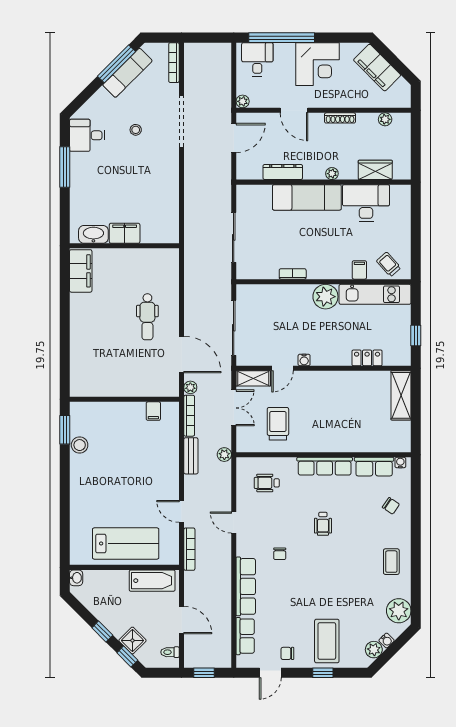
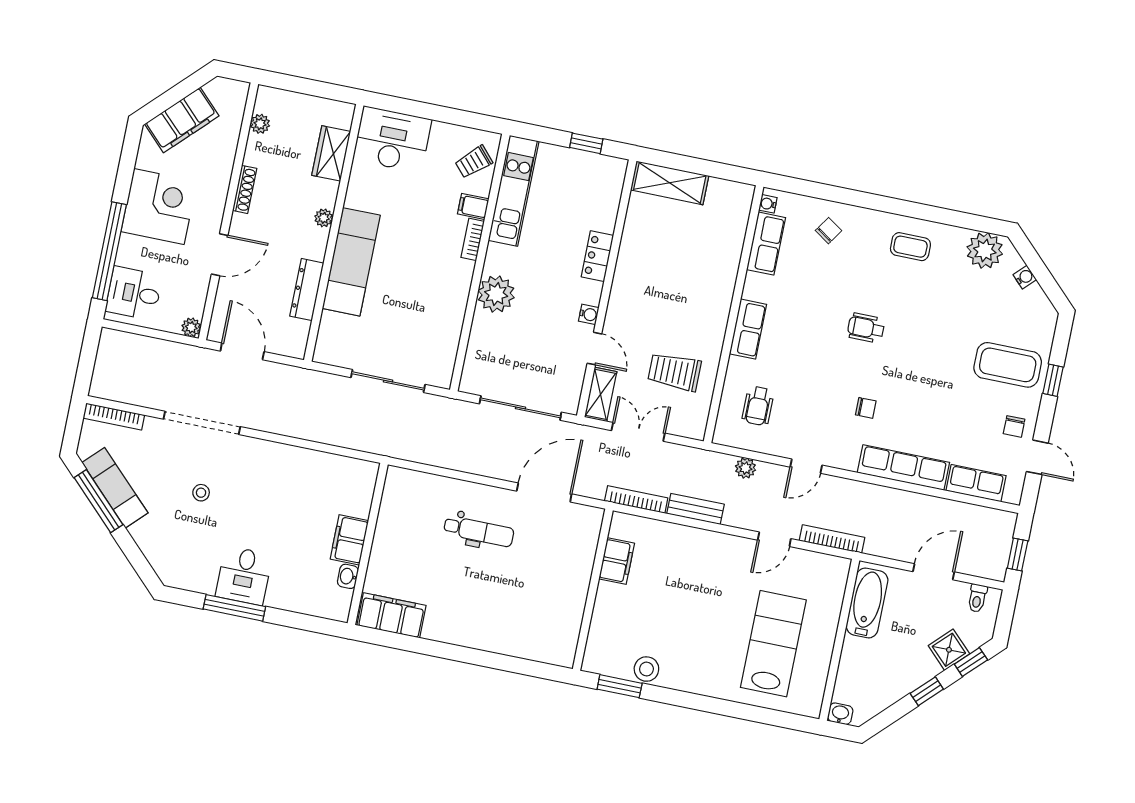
desk: (87, 135) -> (244, 576), moved
desk: (366, 203) -> (392, 139), moved, turned 90
washbasin: (93, 234) -> (348, 576), width x0.52, depth x0.69
bookcase: (293, 274) -> (473, 239), moved
plant: (325, 297) -> (496, 294), moved
locker: (367, 358) -> (597, 256), moved
plant: (190, 387) -> (595, 489), removed
filing cabinet: (153, 411) -> (617, 561), width x2.00
plant: (224, 455) -> (745, 468), moved
row of seats: (325, 466) -> (748, 329), width x0.68
wheelchair: (323, 524) -> (866, 328), moved, turned 180
lab bench: (126, 543) -> (773, 644), moved
plant: (374, 650) -> (1034, 299), removed

